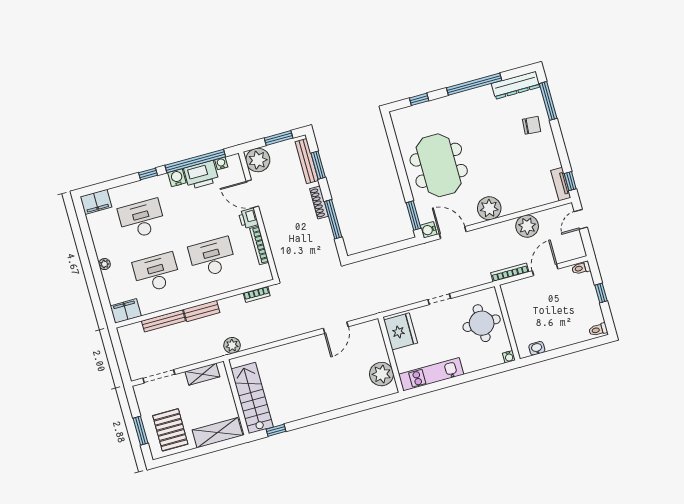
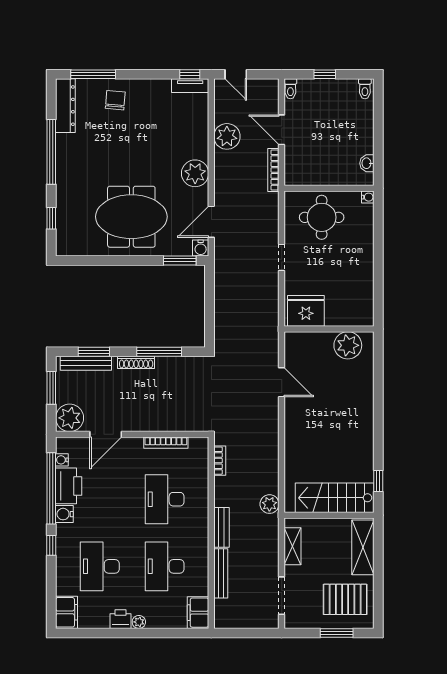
printer: (248, 218) -> (121, 619), moved, turned 180
kitchen unit: (431, 374) -> (363, 290), removed

